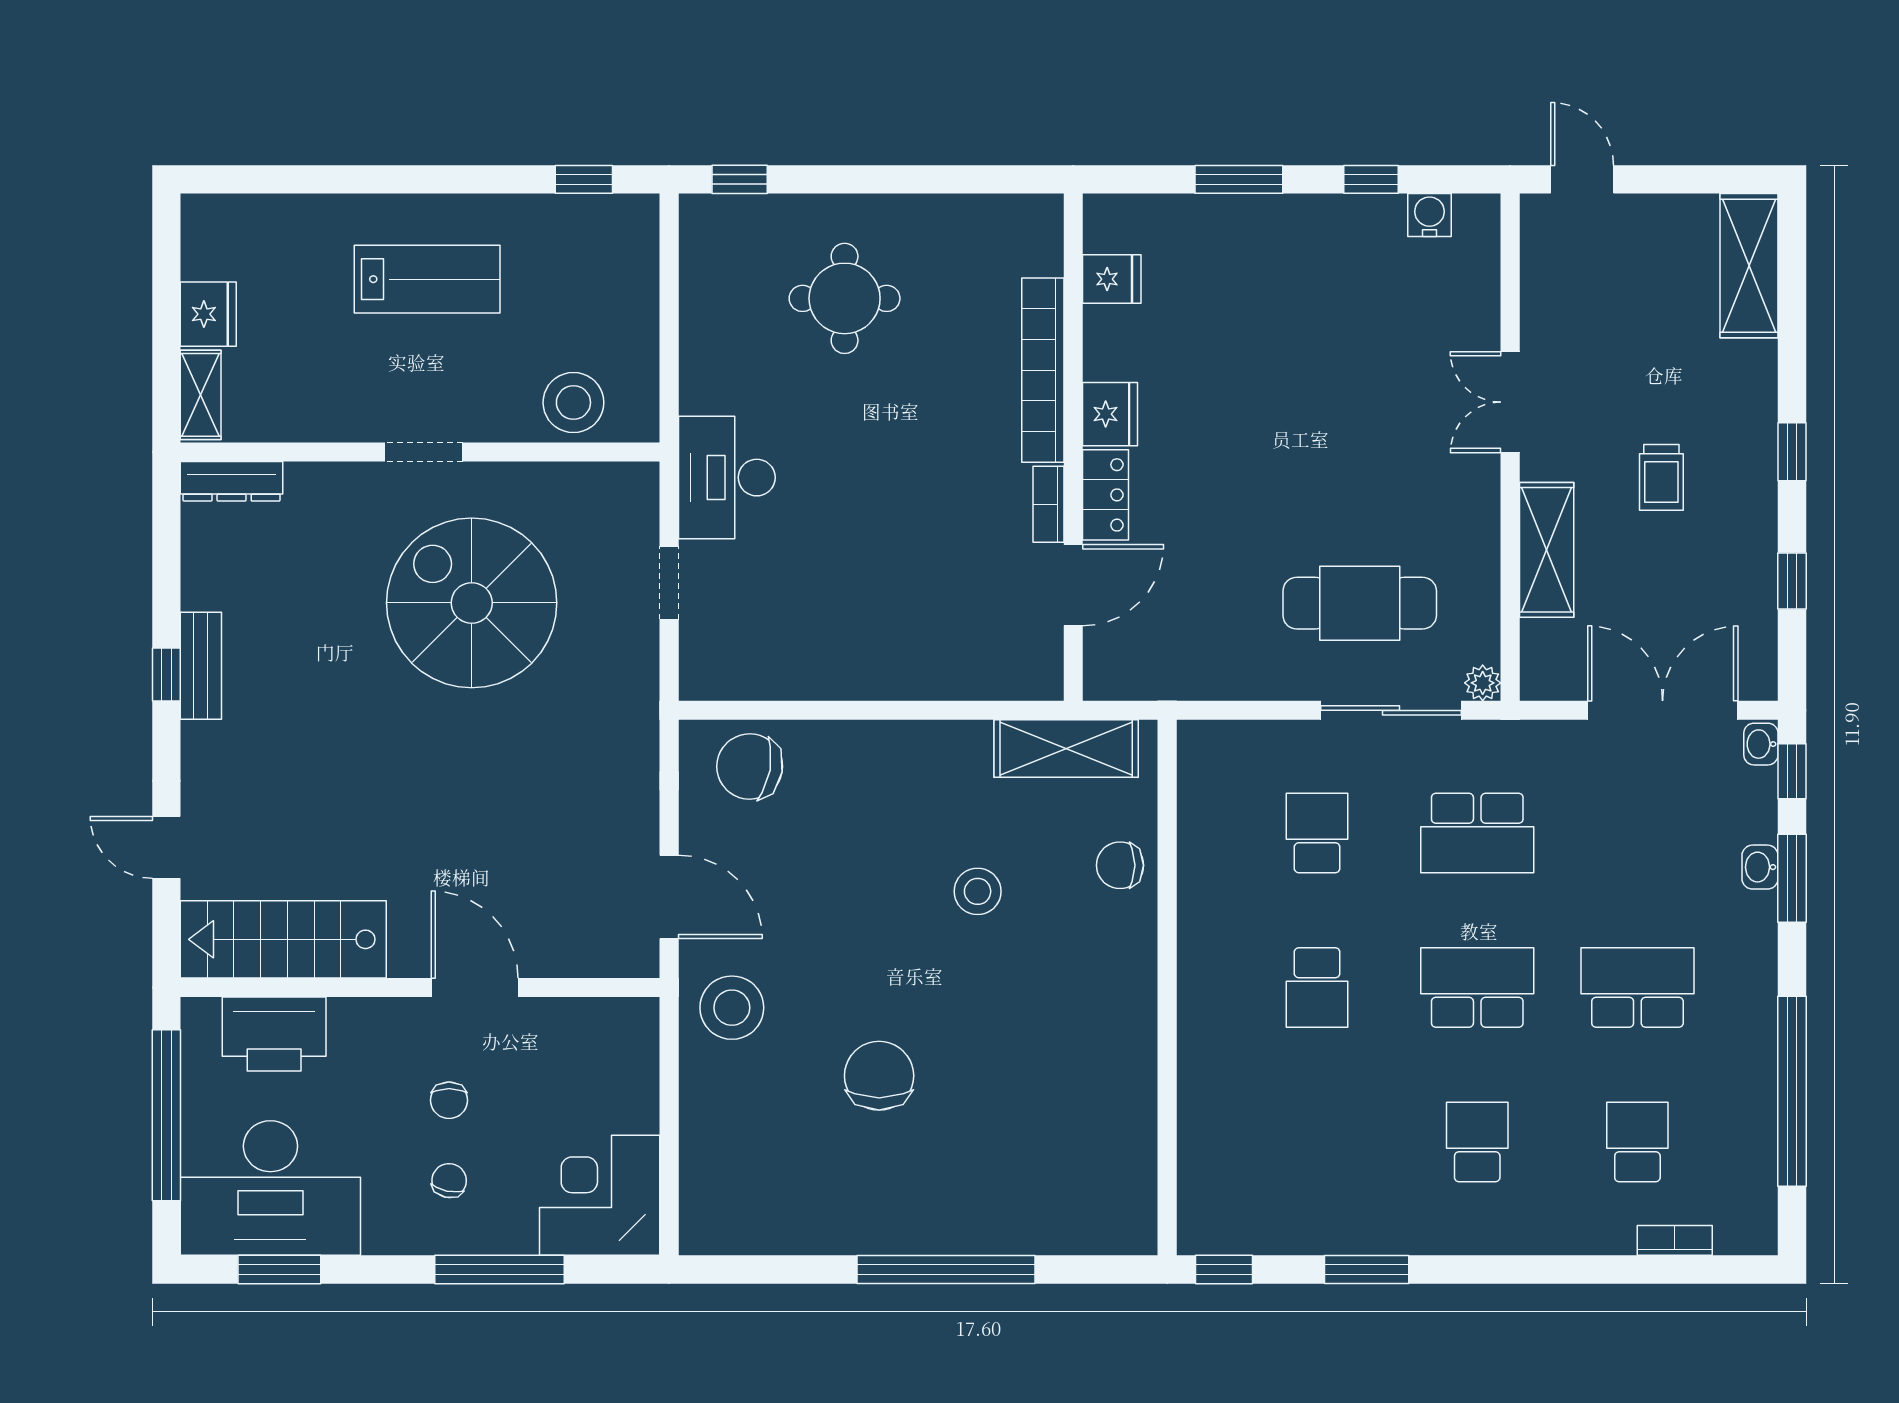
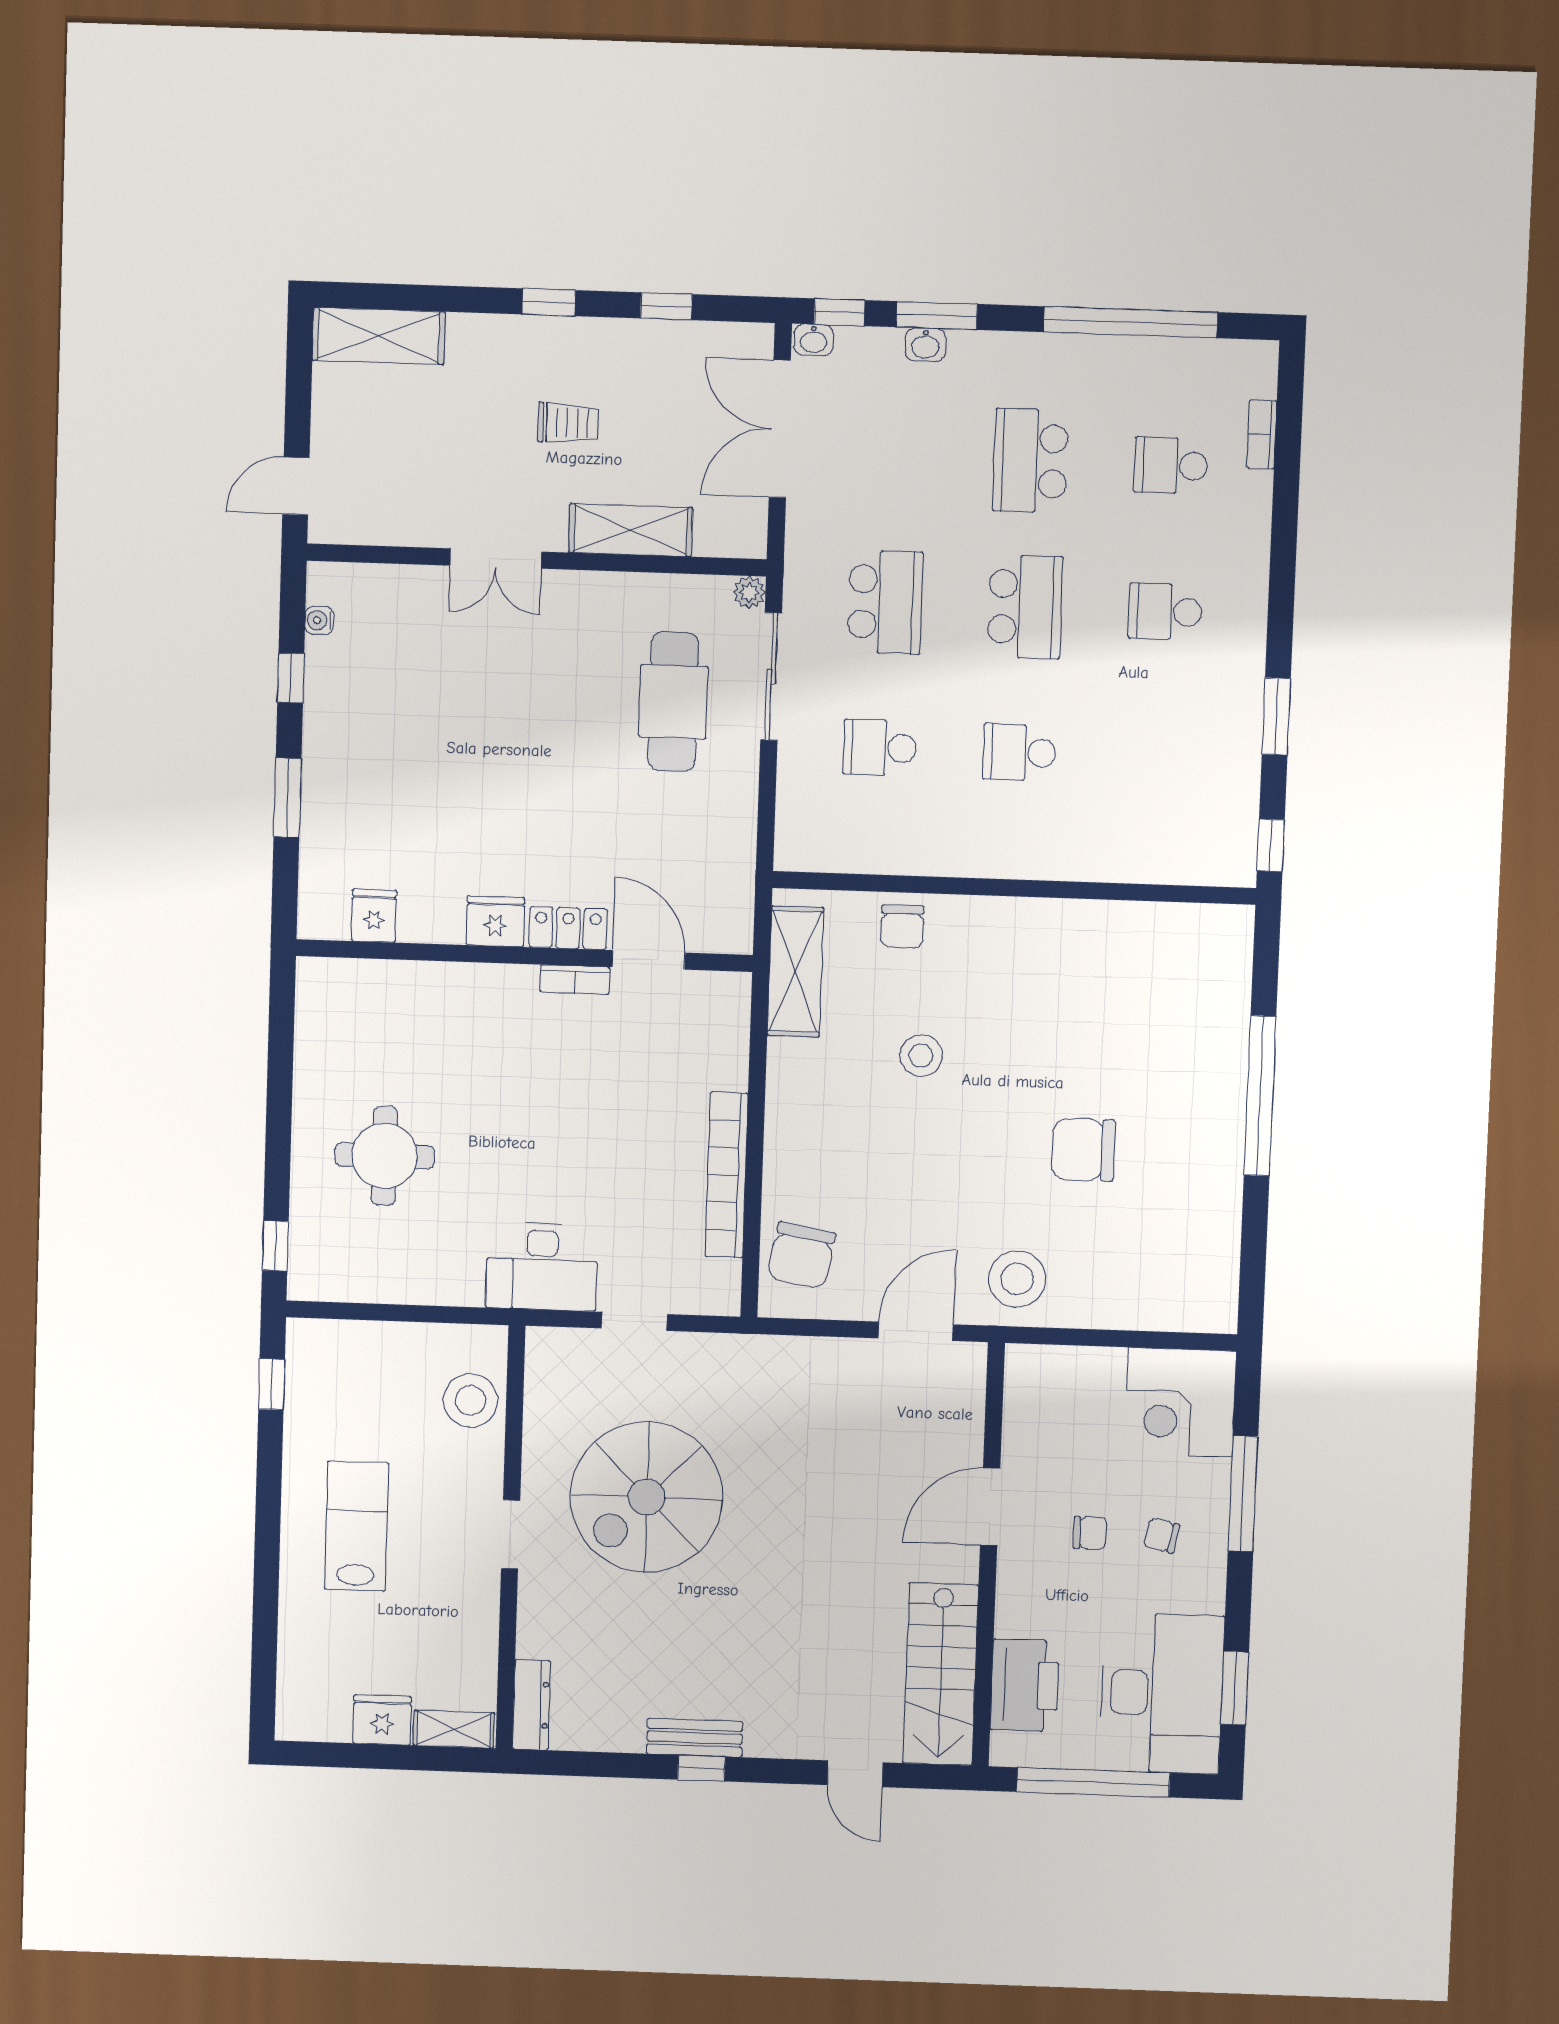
water cooler: (1430, 215) -> (319, 620), width x0.72, depth x0.72
bookcase: (1043, 370) -> (727, 1175), moved, turned 90
door: (166, 847) -> (855, 1774), hinge flipped
school desk: (1317, 988) -> (1019, 752), turned 180
school desk: (1477, 988) -> (1025, 607), turned 180

